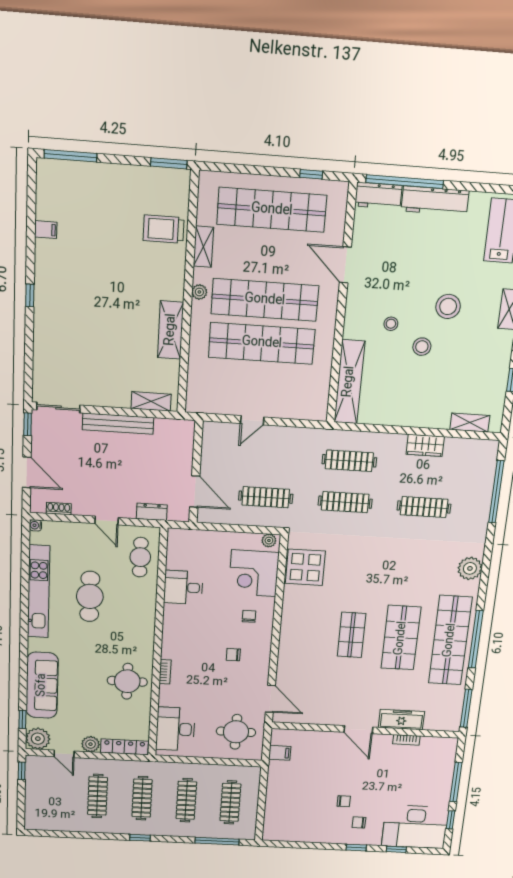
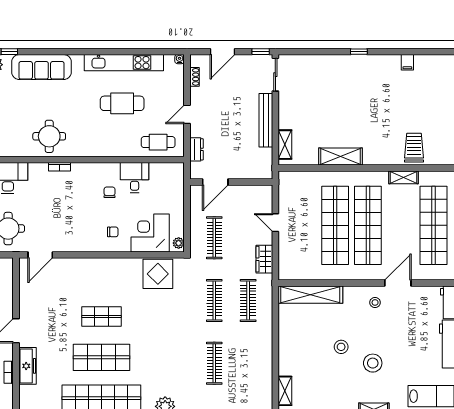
plant: (199, 292) -> (370, 176), removed
stool: (391, 324) -> (375, 302), moved
wardrobe: (425, 445) -> (264, 259), moved
chair: (233, 655) -> (110, 192), moved

